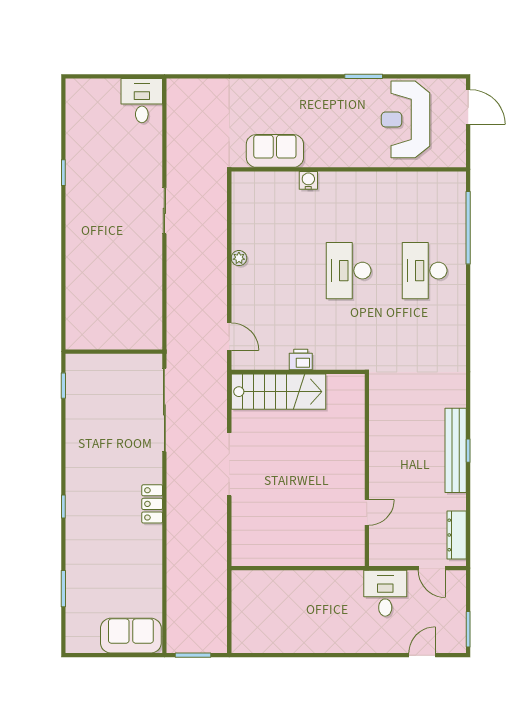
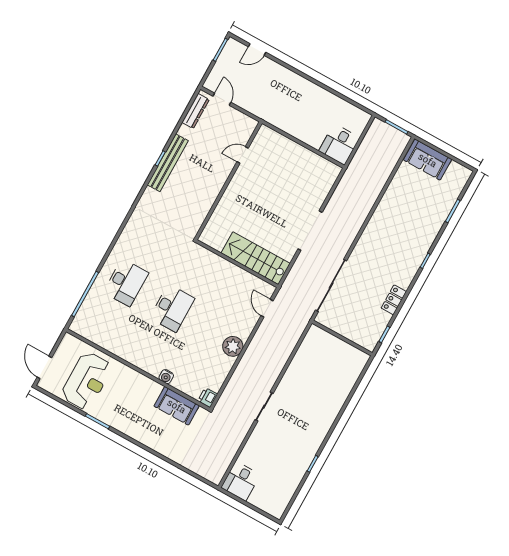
plant: (239, 258) -> (233, 346), width x1.87, depth x1.87
printer: (301, 359) -> (208, 398), moved, turned 90
locker: (152, 504) -> (394, 300), moved, turned 180
desk: (385, 593) -> (339, 144), moved

